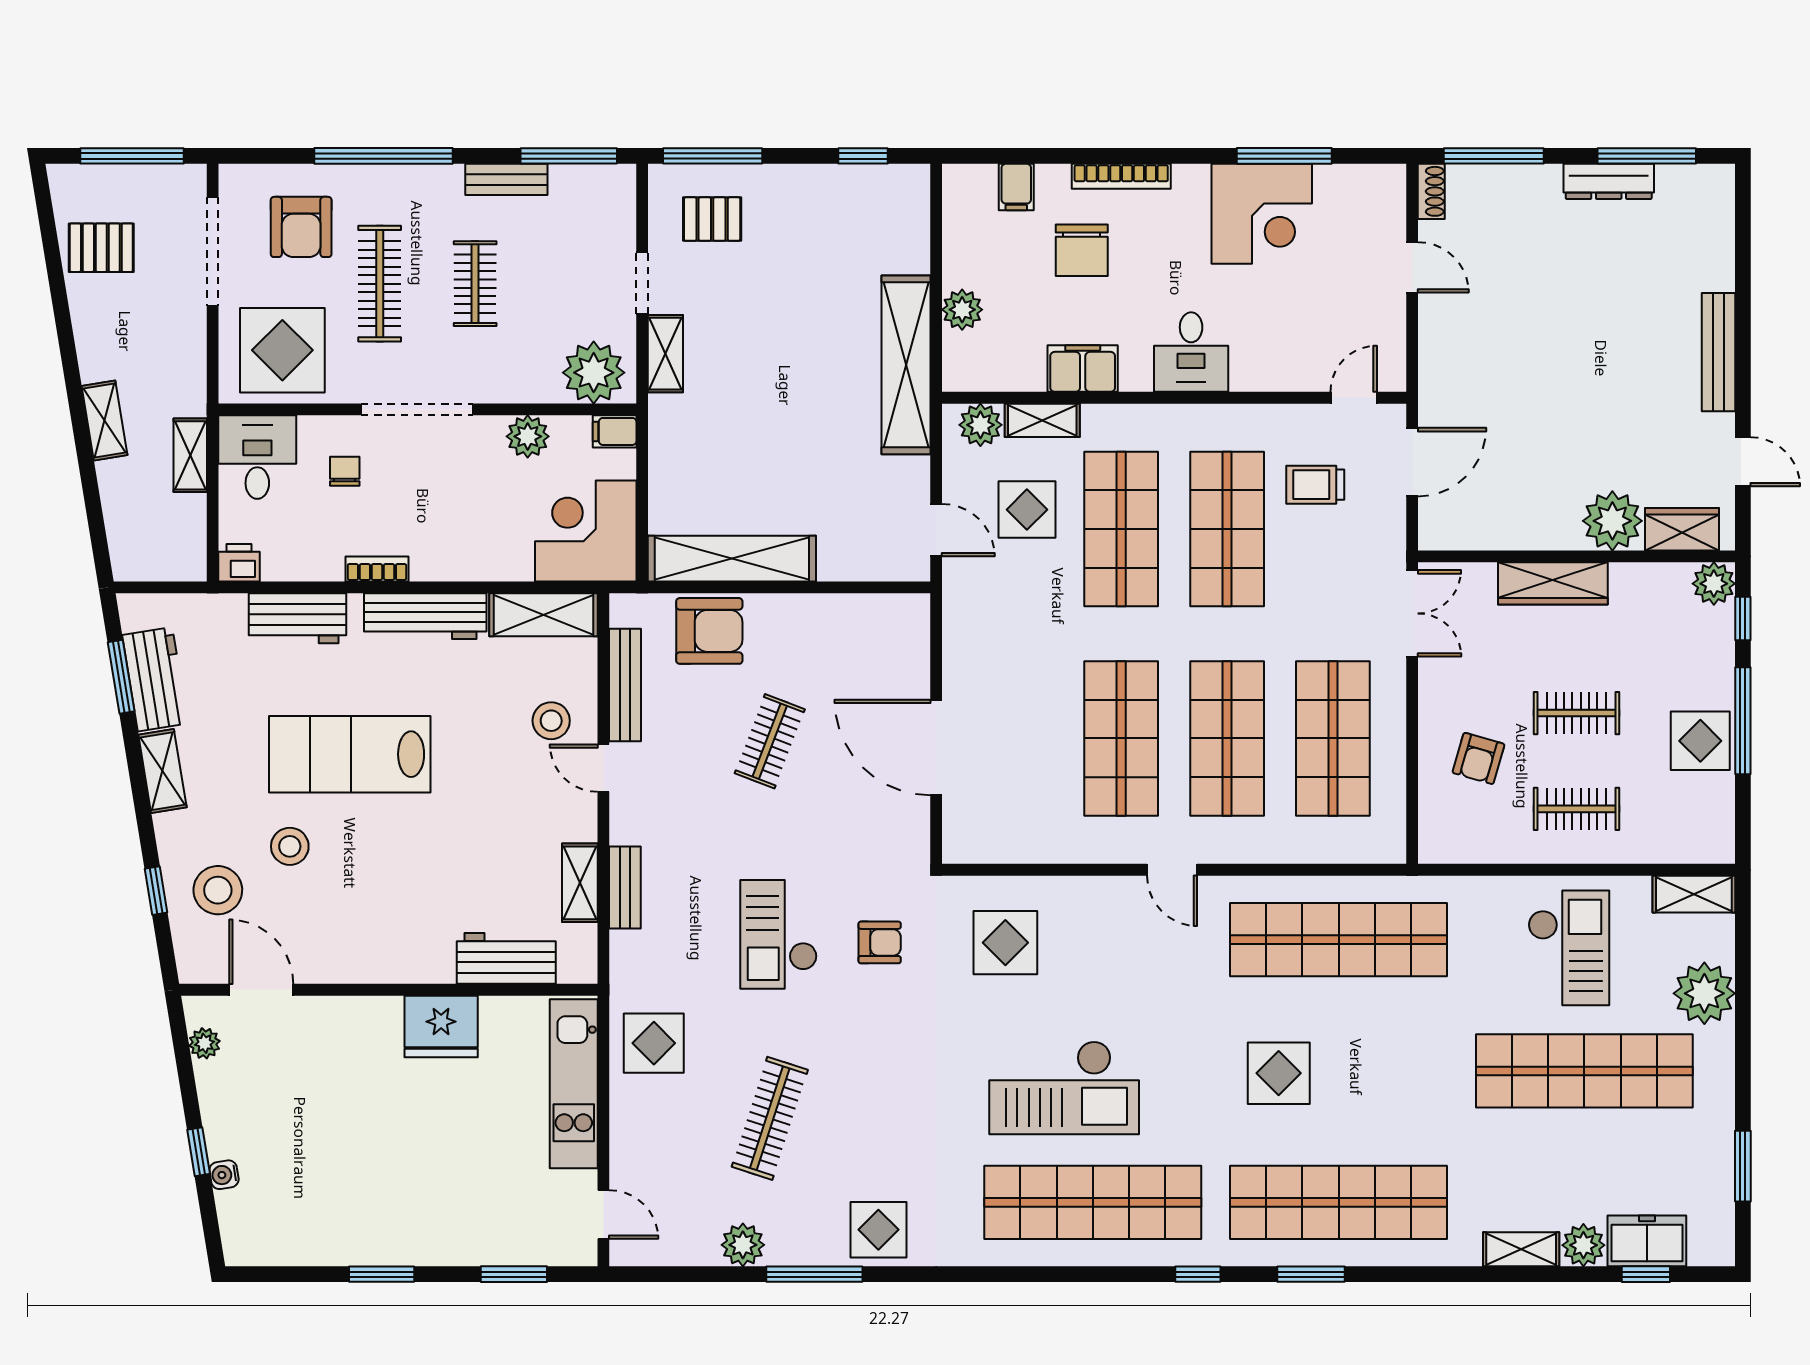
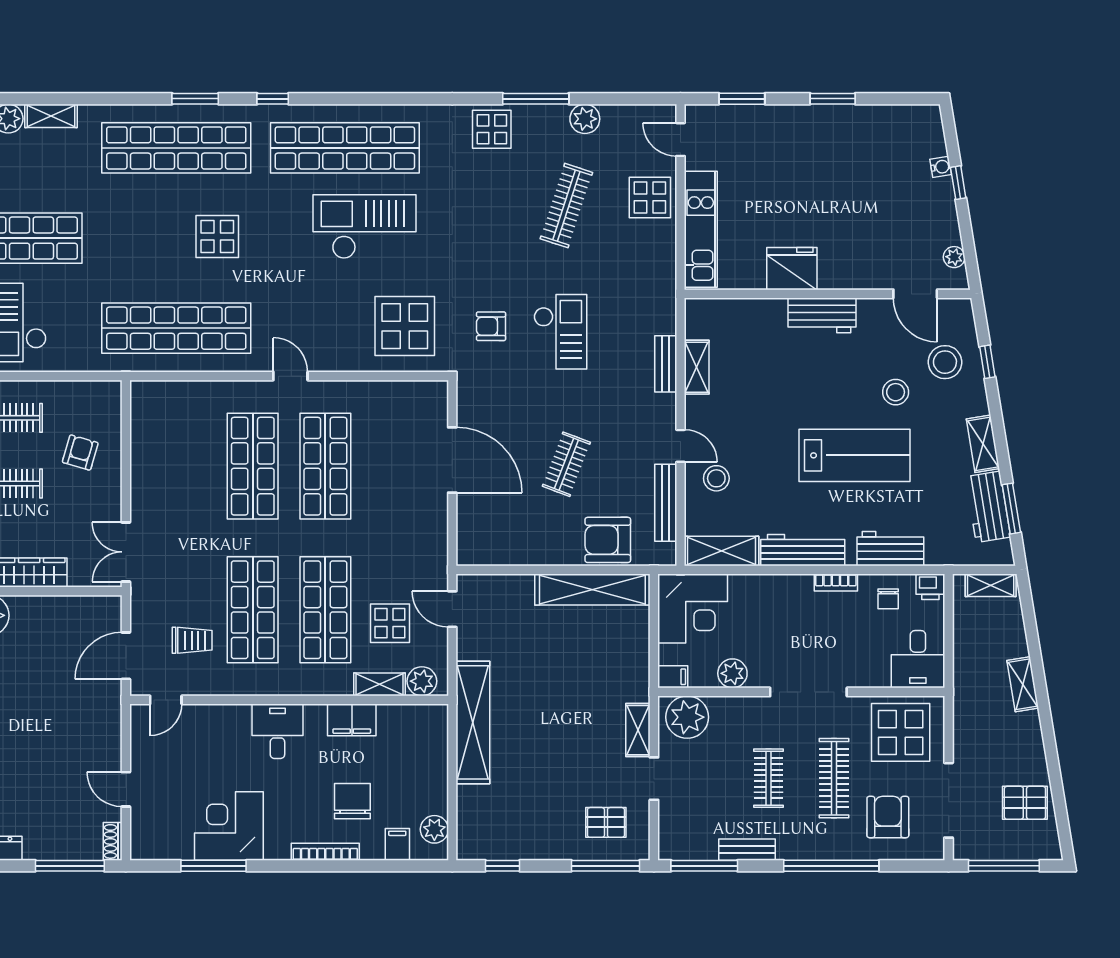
plant: (962, 310) -> (434, 829), moved
shelving: (190, 455) -> (991, 585), moved, turned 90
chair: (345, 471) -> (888, 599), moved
shop shelf: (1333, 738) -> (180, 466), removed
display table: (1005, 943) -> (405, 326), width x1.36, depth x1.36
workbench: (506, 958) -> (822, 315), moved
display table: (654, 1043) -> (650, 197), moved

